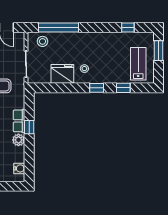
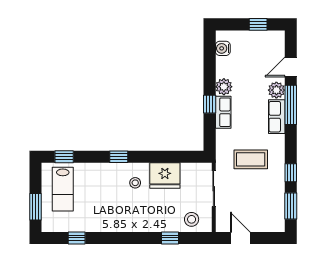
window: (58, 28) -> (170, 238), width x0.32
window: (123, 88) -> (64, 157), moved

